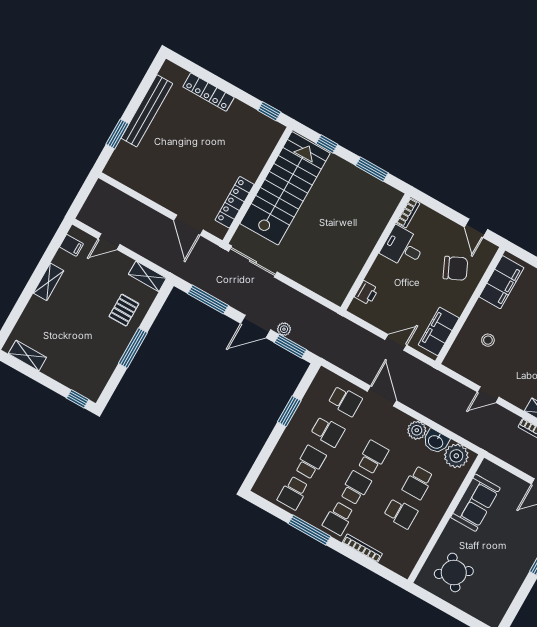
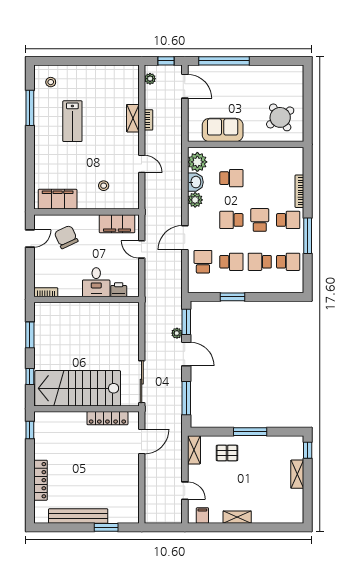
desk: (403, 247) -> (96, 282), moved
shelving: (27, 356) -> (297, 474), moved
school desk: (328, 432) -> (231, 262), turned 90
school desk: (356, 488) -> (260, 220), turned 90
school desk: (401, 513) -> (260, 178), removed

